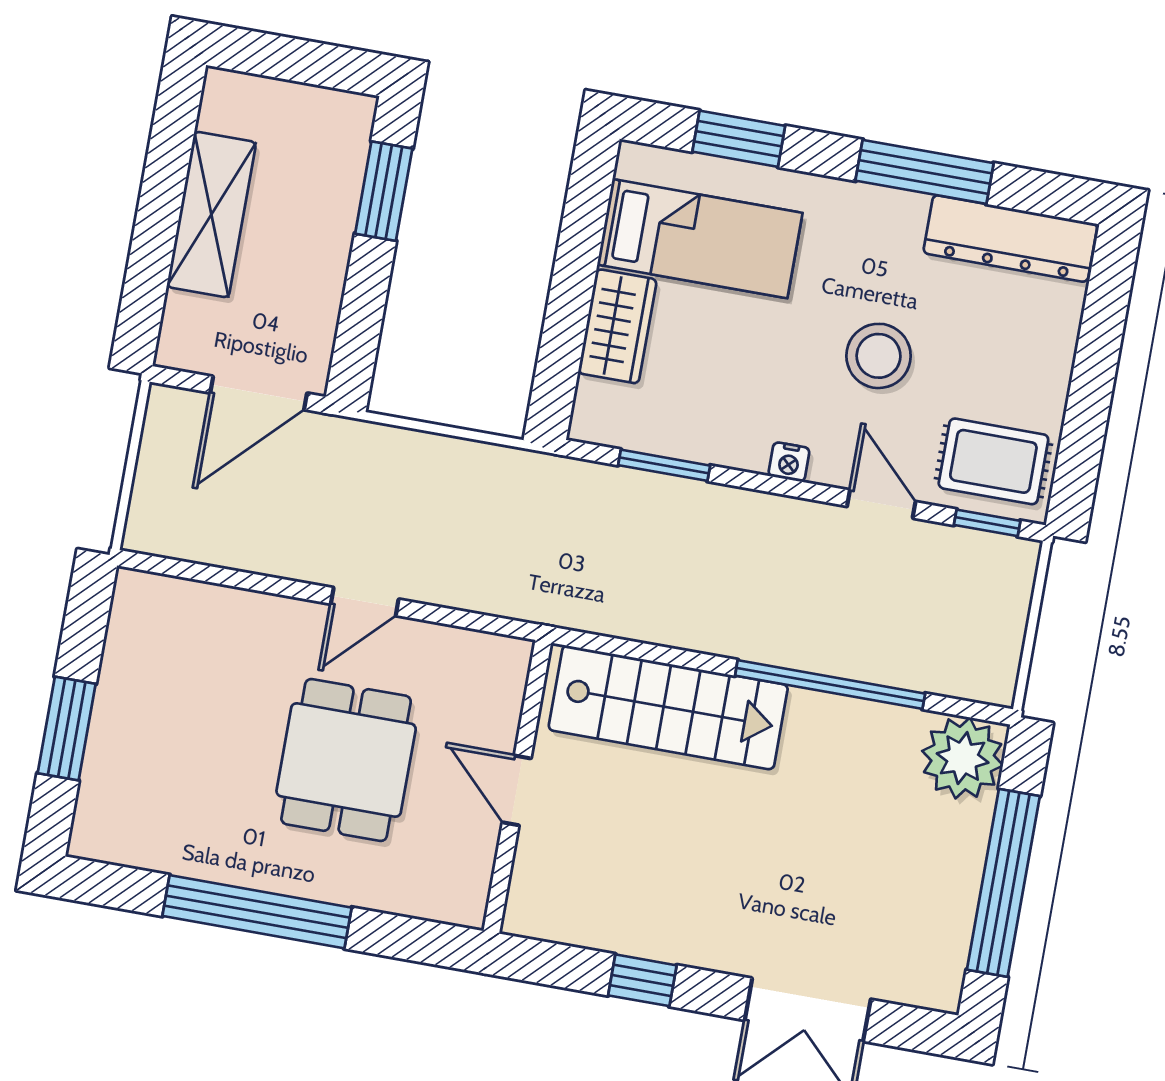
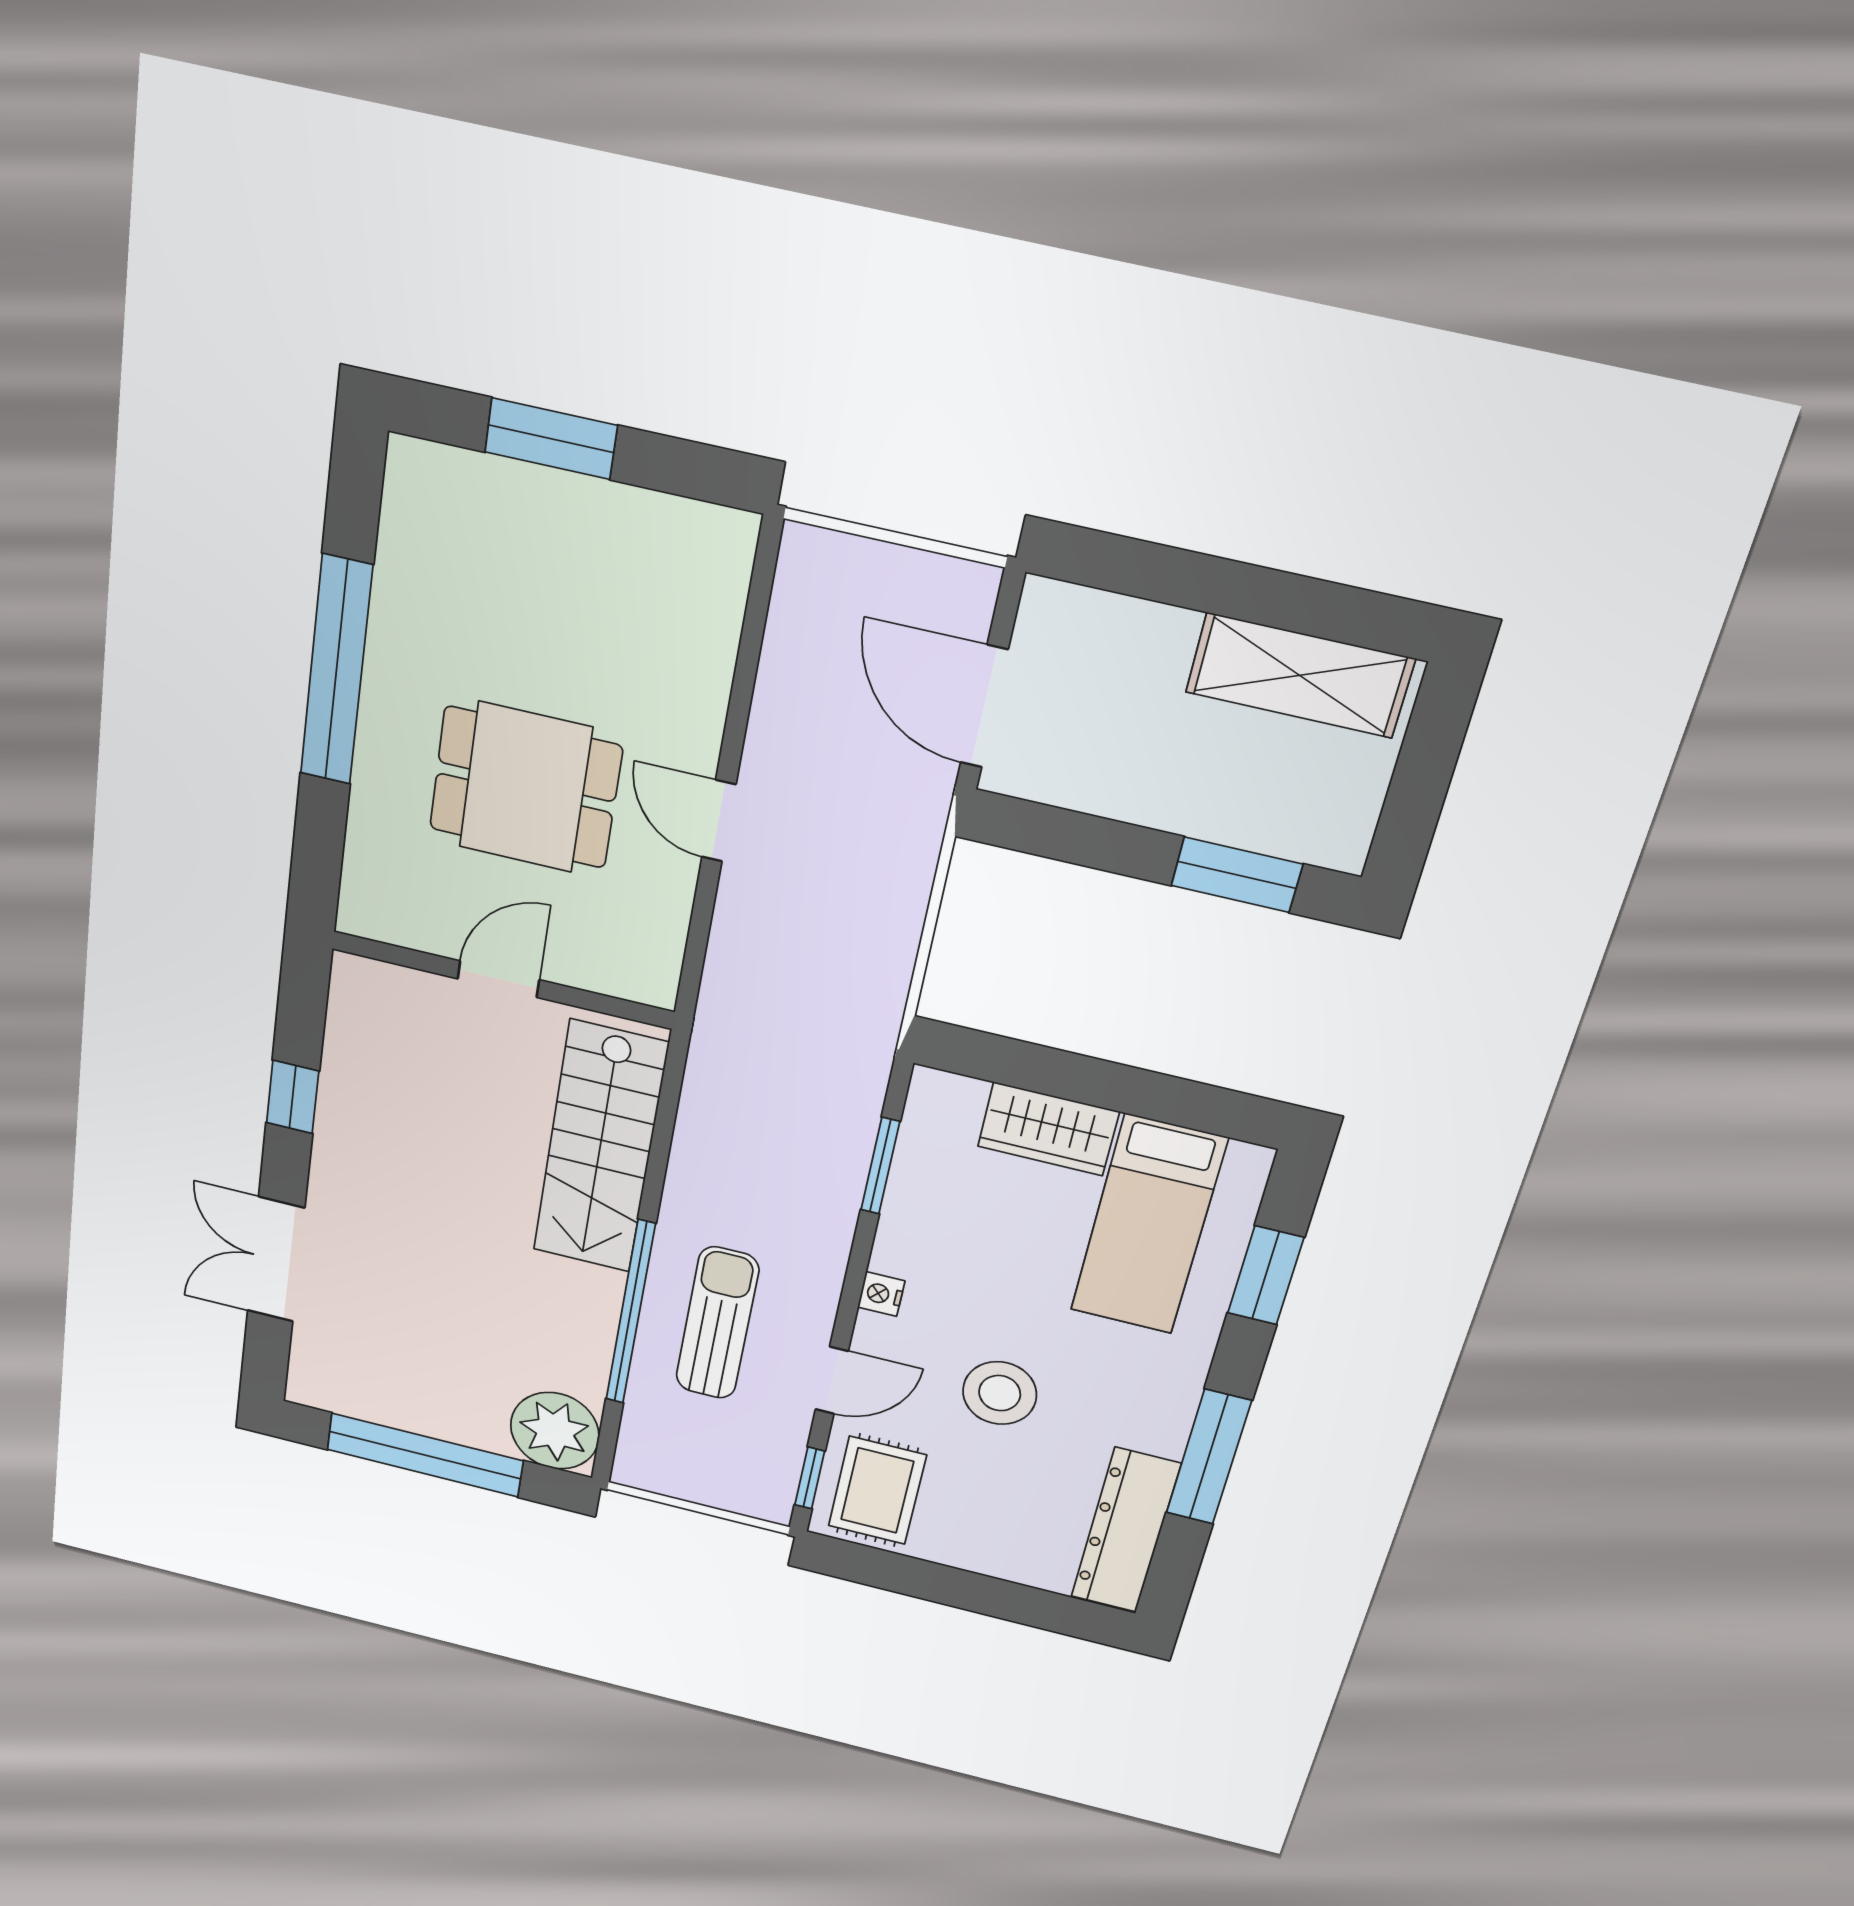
shelving: (211, 215) -> (1300, 675), moved
sun lounger: (833, 606) -> (717, 1323), added

